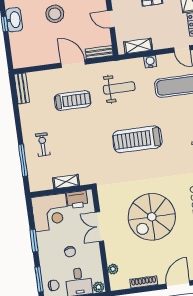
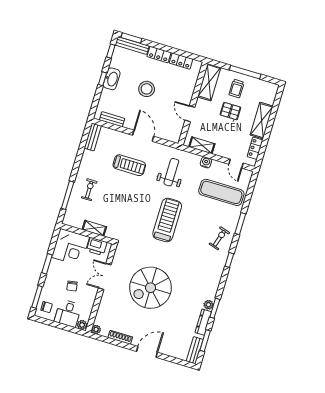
bench: (99, 52) -> (112, 119), moved
weight bench: (119, 88) -> (171, 172), turned -90
treadmill: (137, 139) -> (167, 220), turned 90
plant: (113, 269) -> (96, 329), moved

